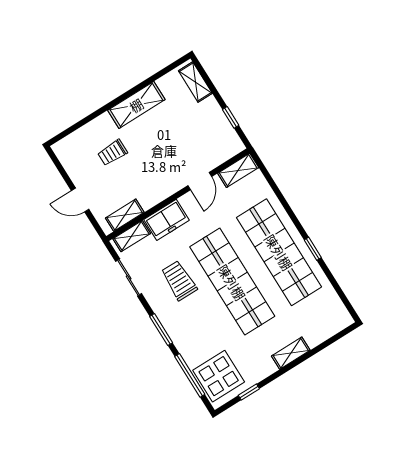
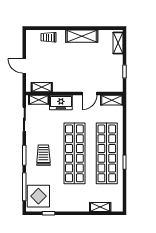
trolley: (112, 153) -> (48, 37), moved
trolley: (179, 280) -> (43, 155), moved
shelving: (291, 353) -> (100, 207), moved

